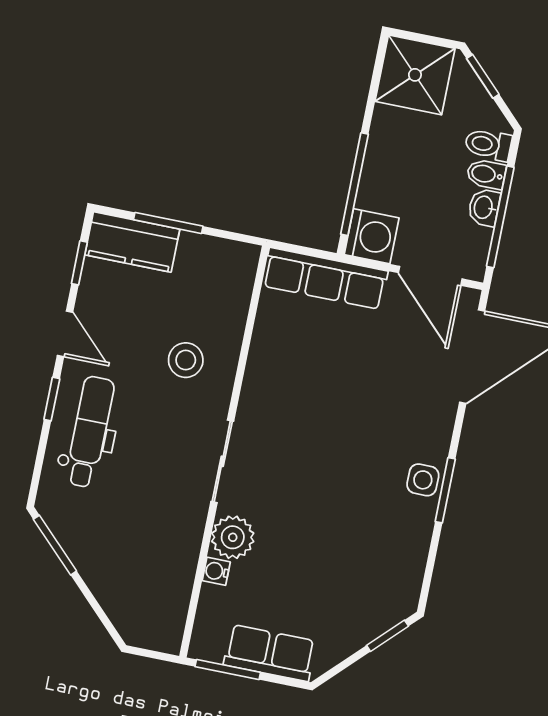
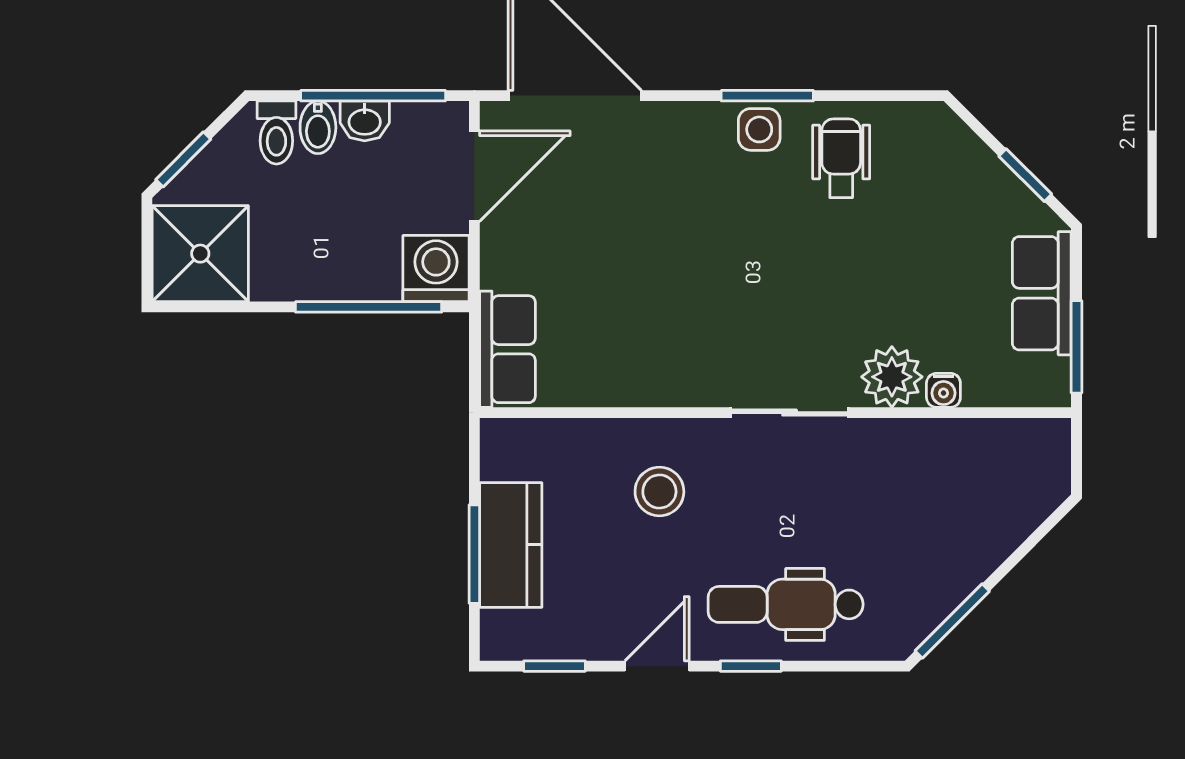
kitchen counter: (132, 242) -> (511, 545), moved
row of seats: (325, 278) -> (507, 349), width x0.68
wheelchair: (391, 533) -> (841, 158), added
window: (387, 636) -> (1025, 175), moved

